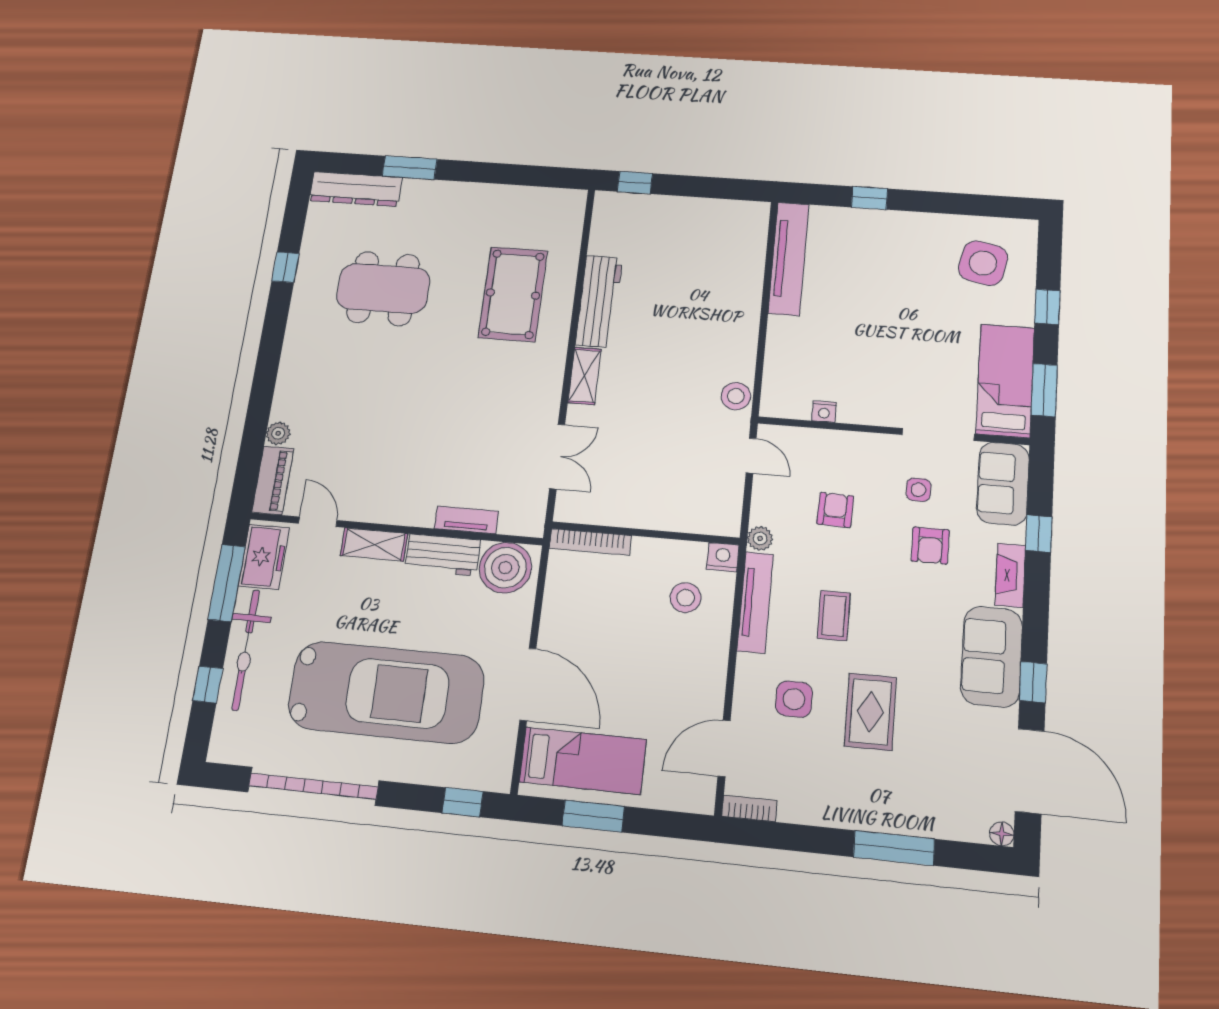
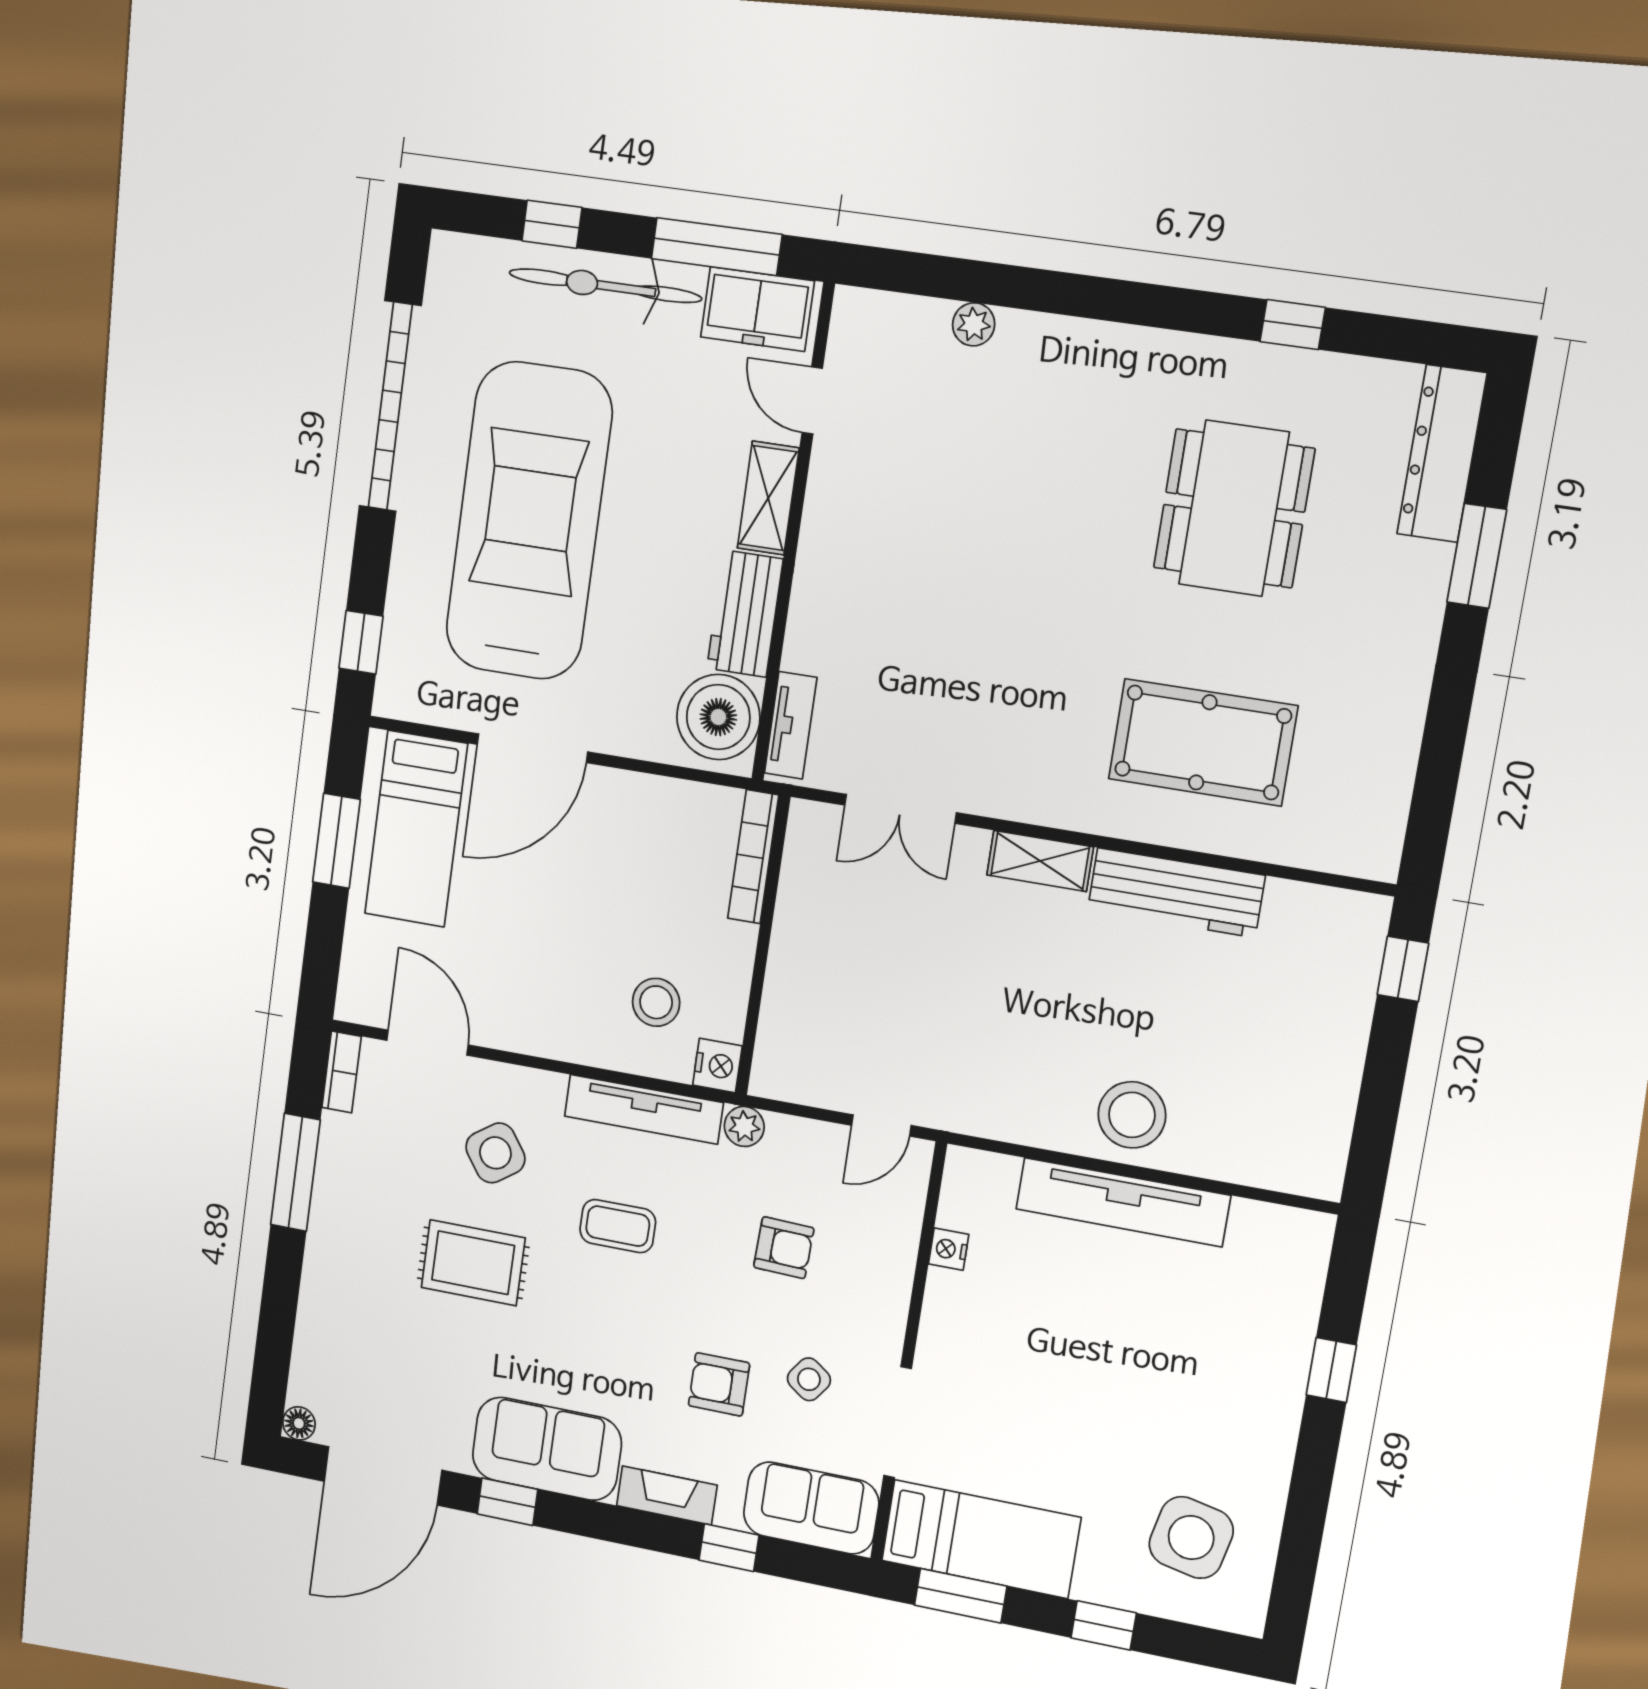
tv unit: (789, 259) -> (1123, 1202), moved
stool: (736, 396) -> (1132, 1115), moved, width x1.38, depth x1.38
piano: (273, 480) -> (889, 319), removed
side table: (918, 490) -> (809, 1379), turned 36
tv unit: (466, 520) -> (791, 725), moved
door: (318, 522) -> (812, 400), swing flipped
car: (386, 692) -> (529, 521), turned 180
side table: (794, 699) -> (495, 1153), turned -35
window: (894, 848) -> (295, 1172), moved

